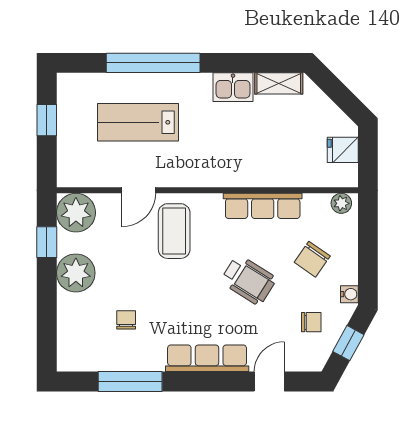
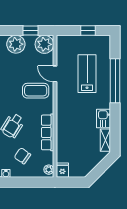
fridge: (343, 150) -> (62, 170), moved

